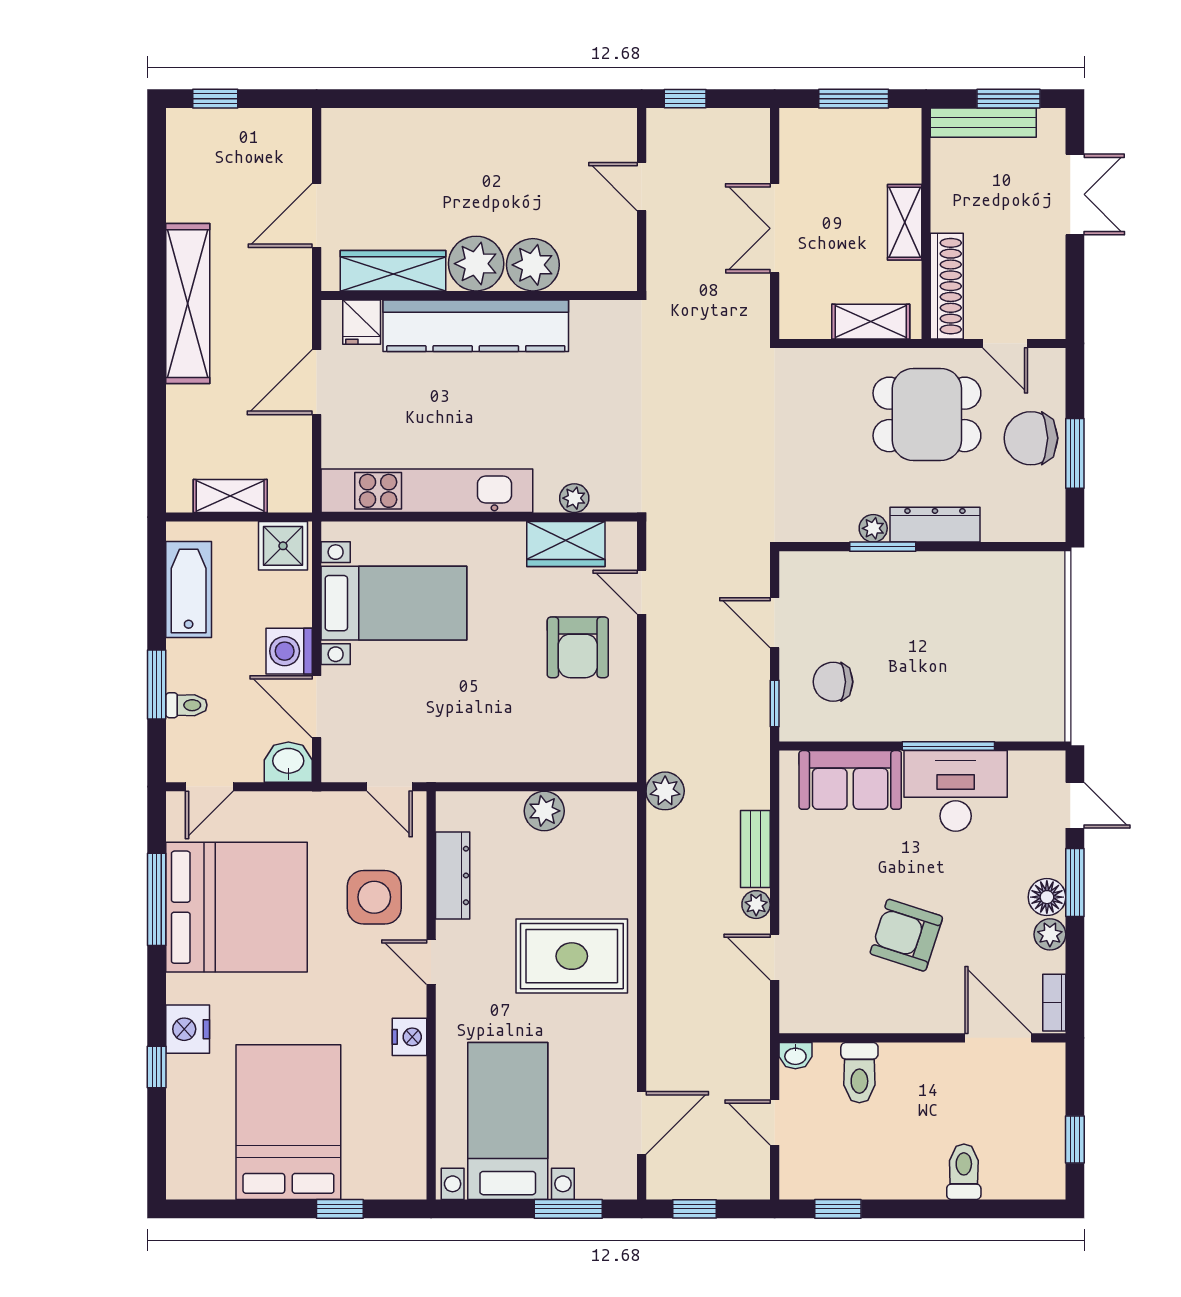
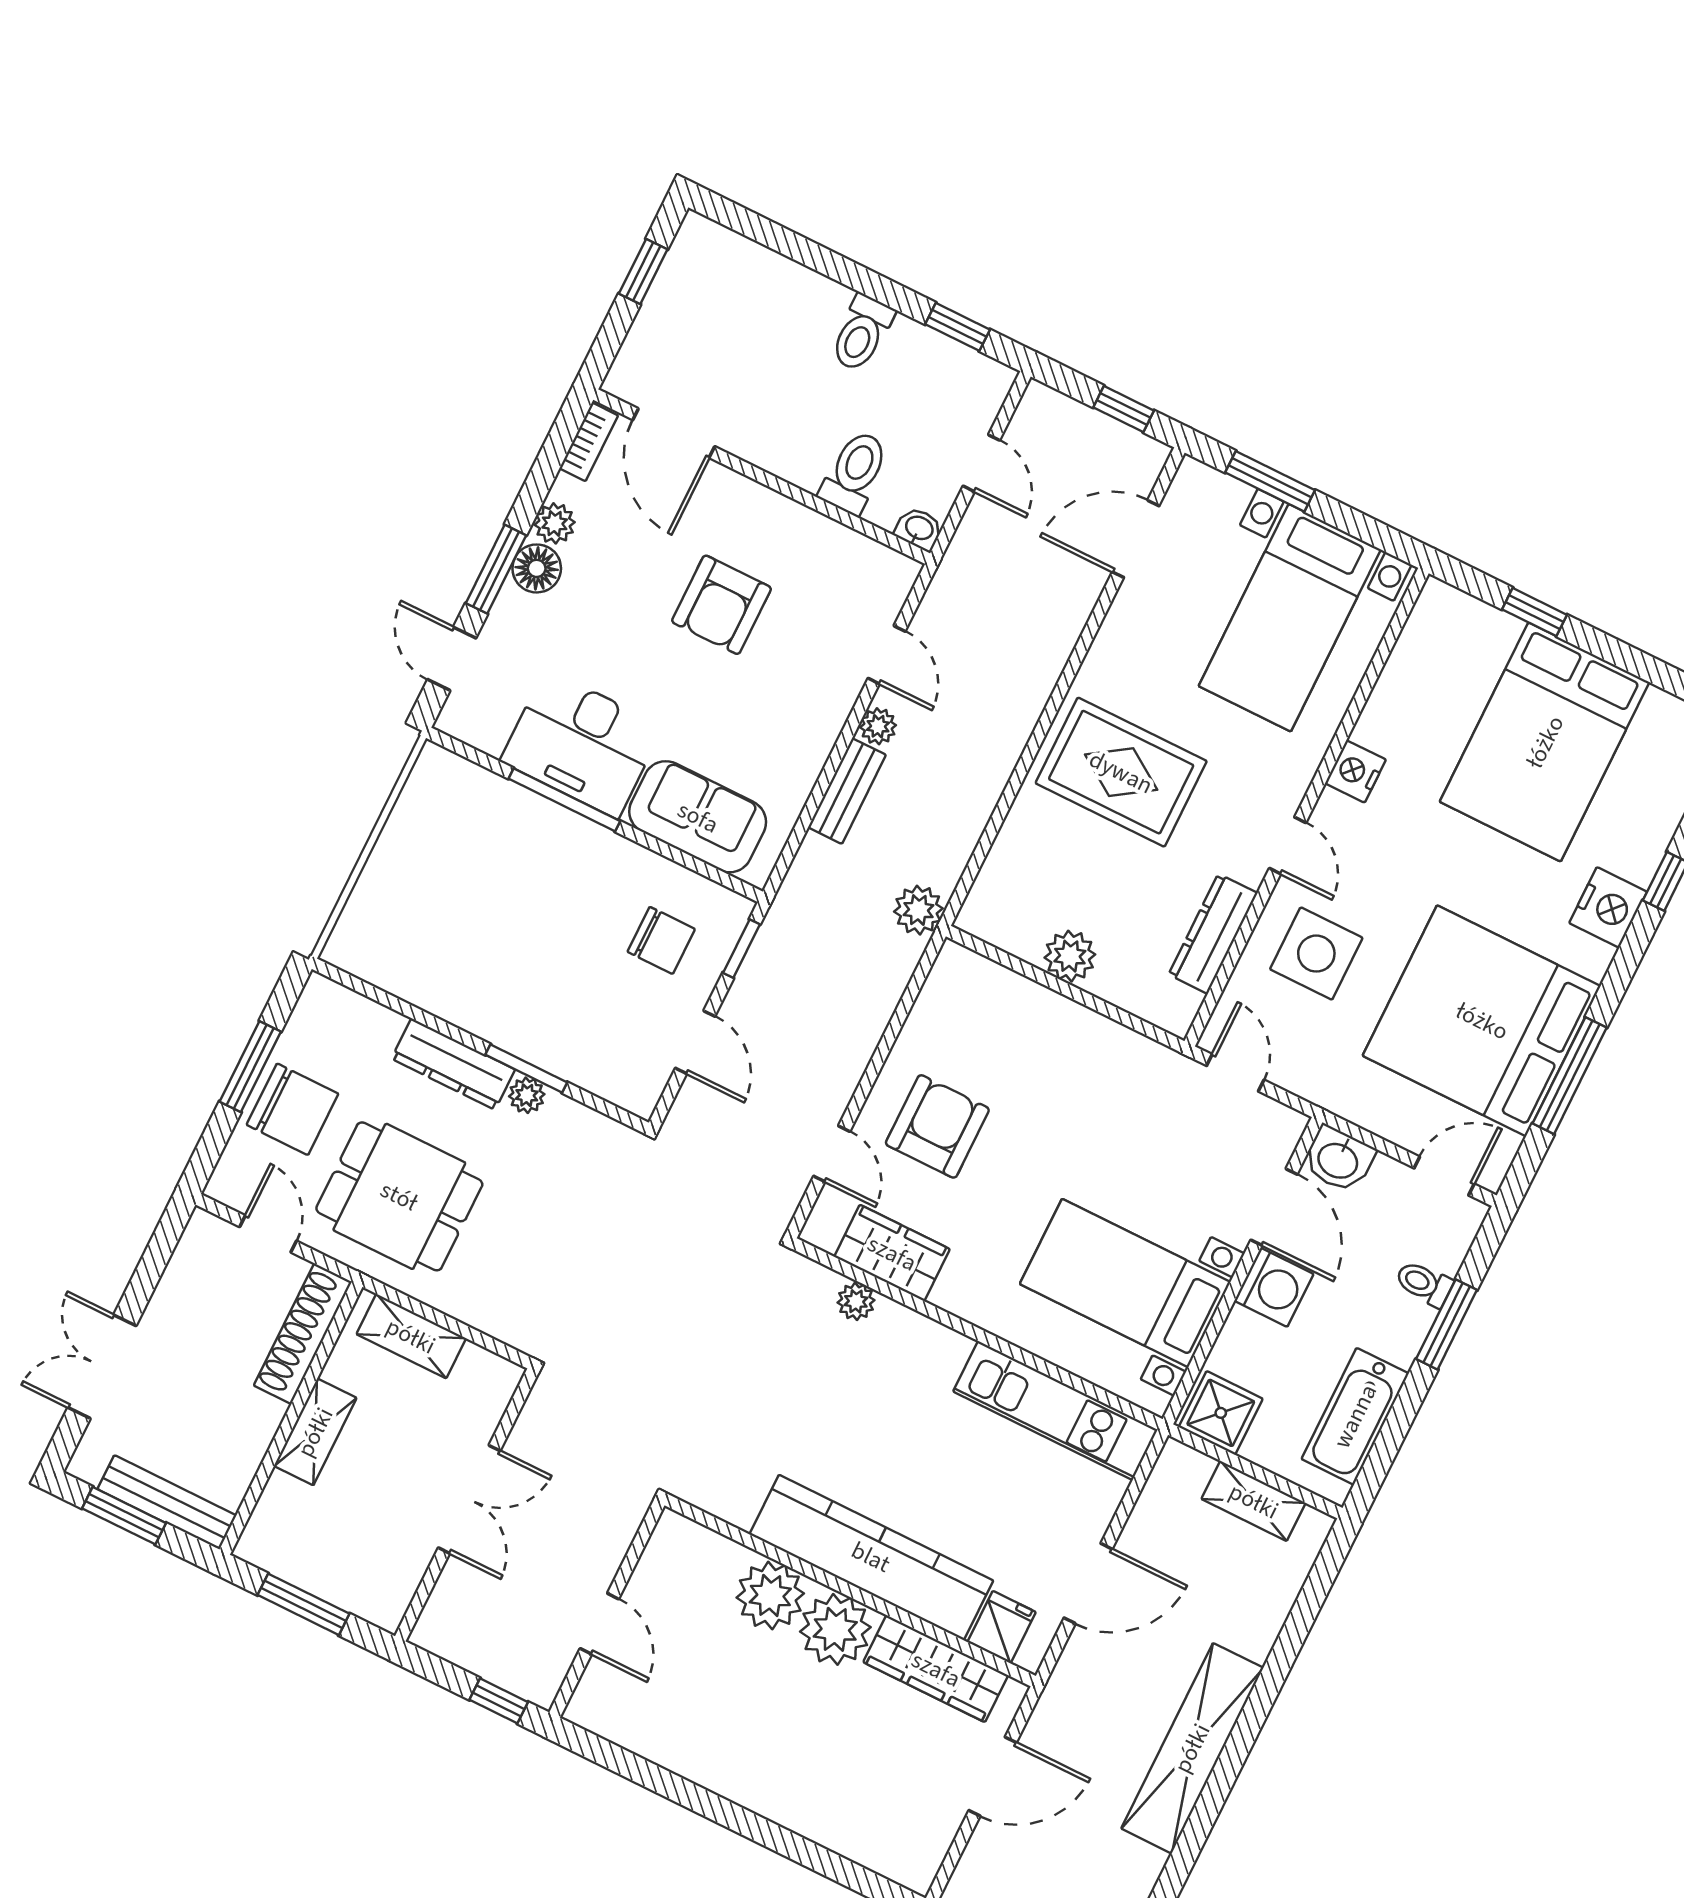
kitchen unit: (427, 491) -> (1055, 1411), width x0.73
armchair: (906, 935) -> (721, 605), turned 72
toilet: (964, 1172) -> (862, 333), moved

